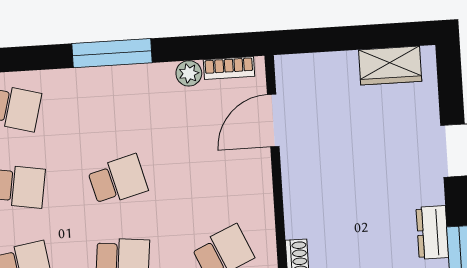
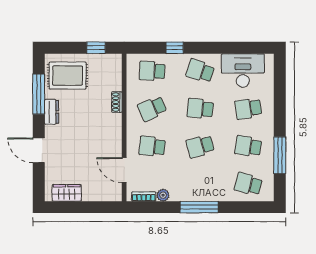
door: (273, 121) -> (124, 170), swing flipped
school desk: (218, 174) -> (152, 146), added

